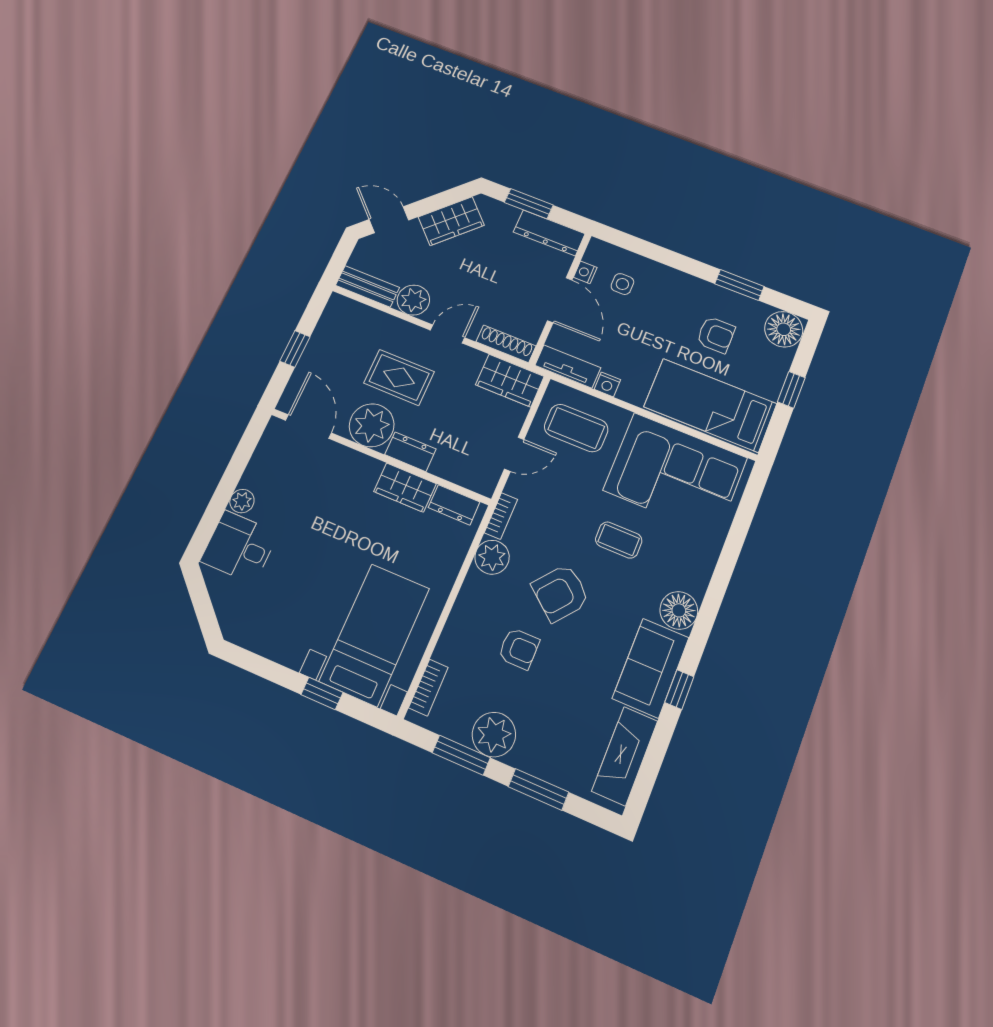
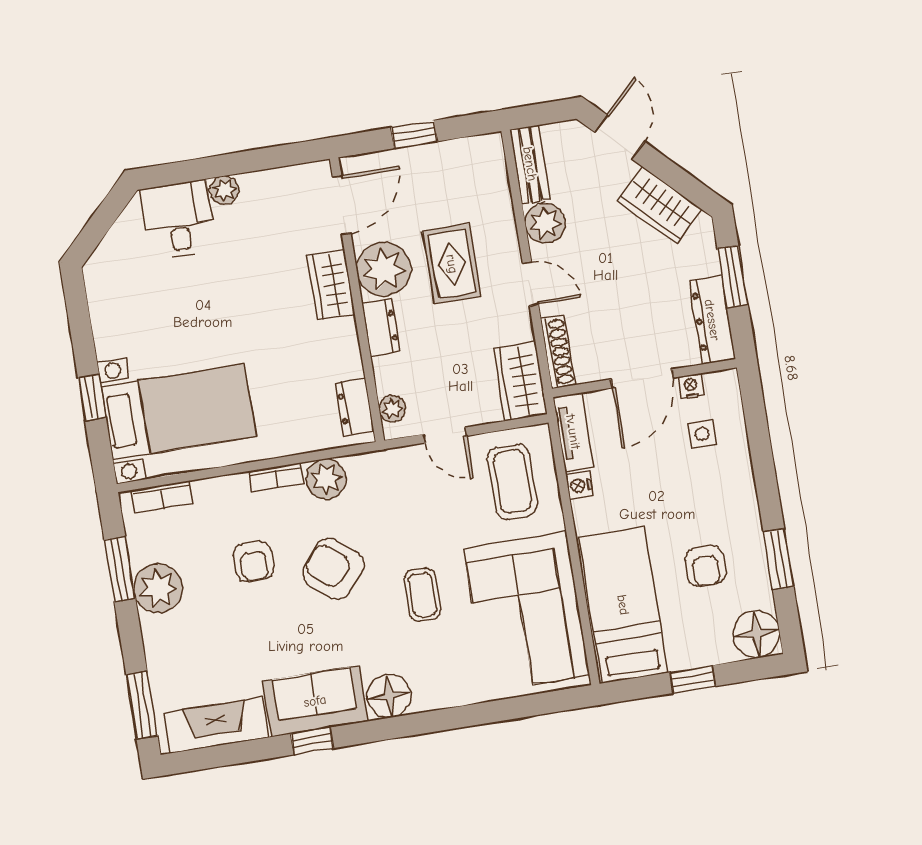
plant: (472, 479) -> (392, 409), added
wardrobe: (405, 488) -> (331, 285), moved
bookcase: (501, 516) -> (276, 477), moved
window: (538, 789) -> (142, 705), moved

